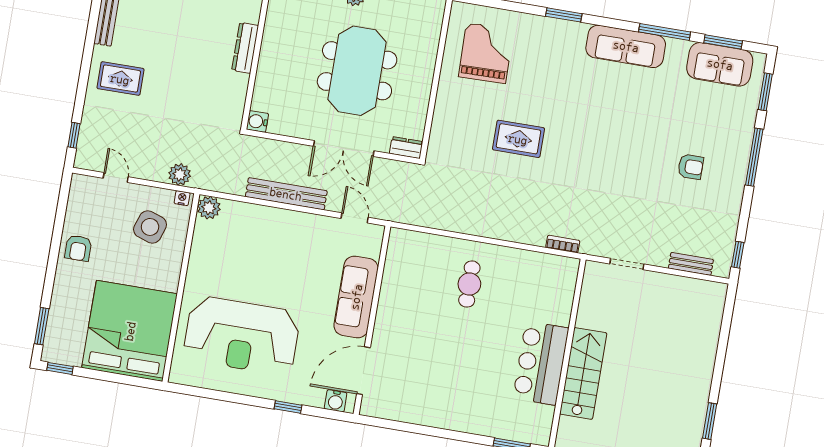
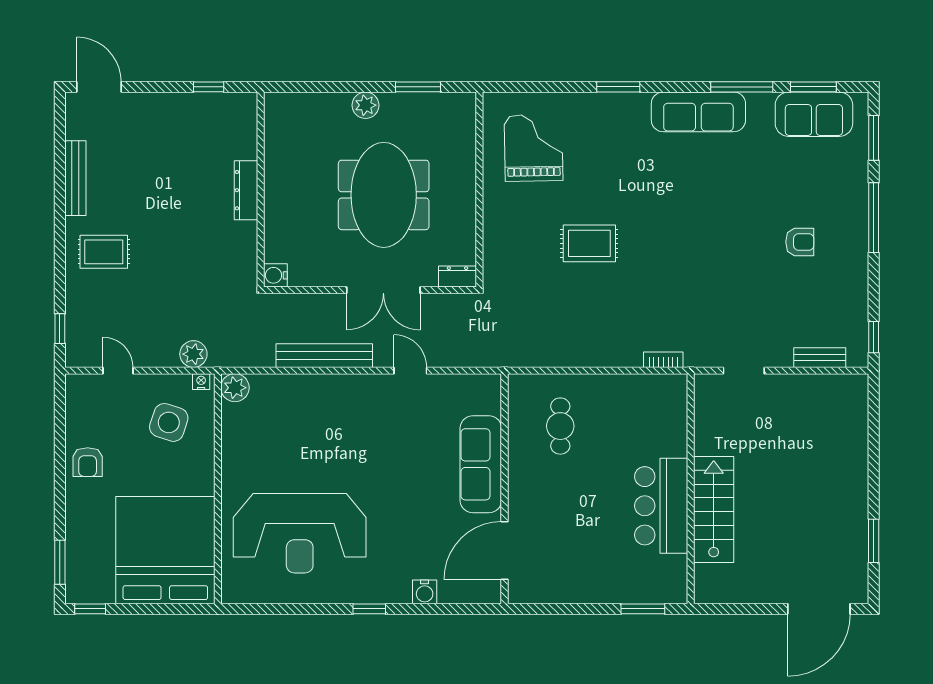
sofa: (356, 297) -> (481, 464), moved
wall: (372, 320) -> (504, 489), moved
door: (363, 371) -> (504, 550), moved

